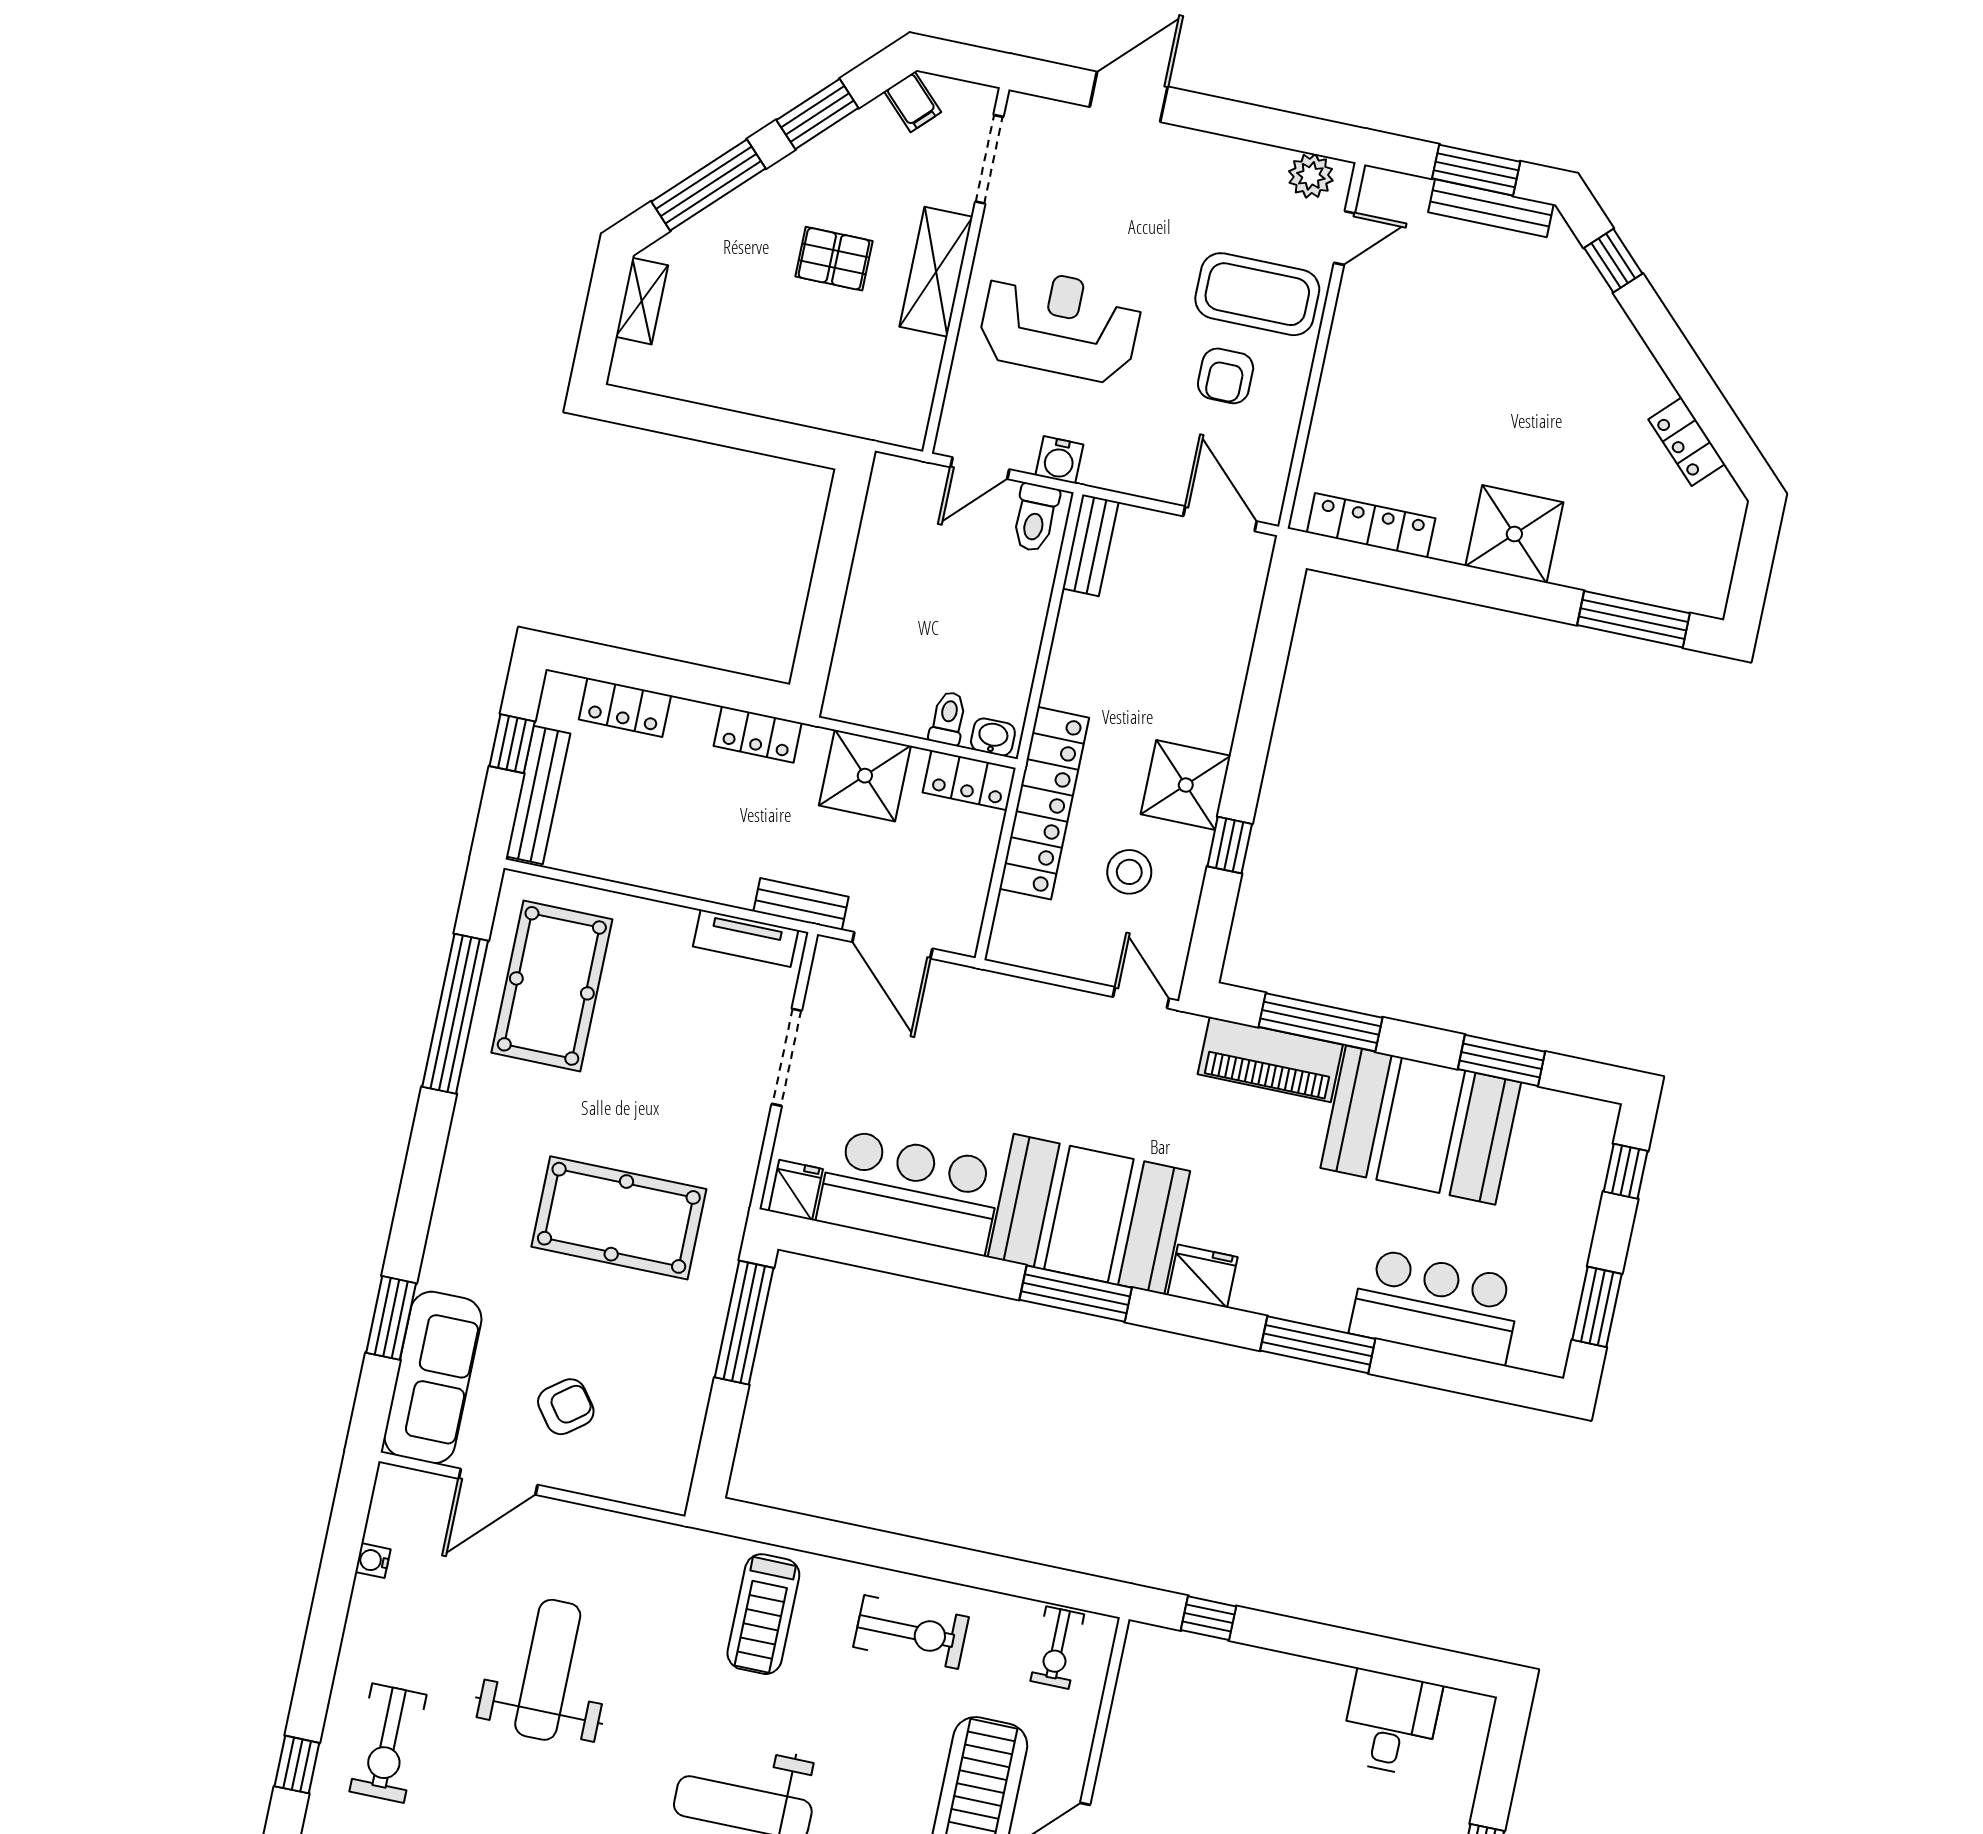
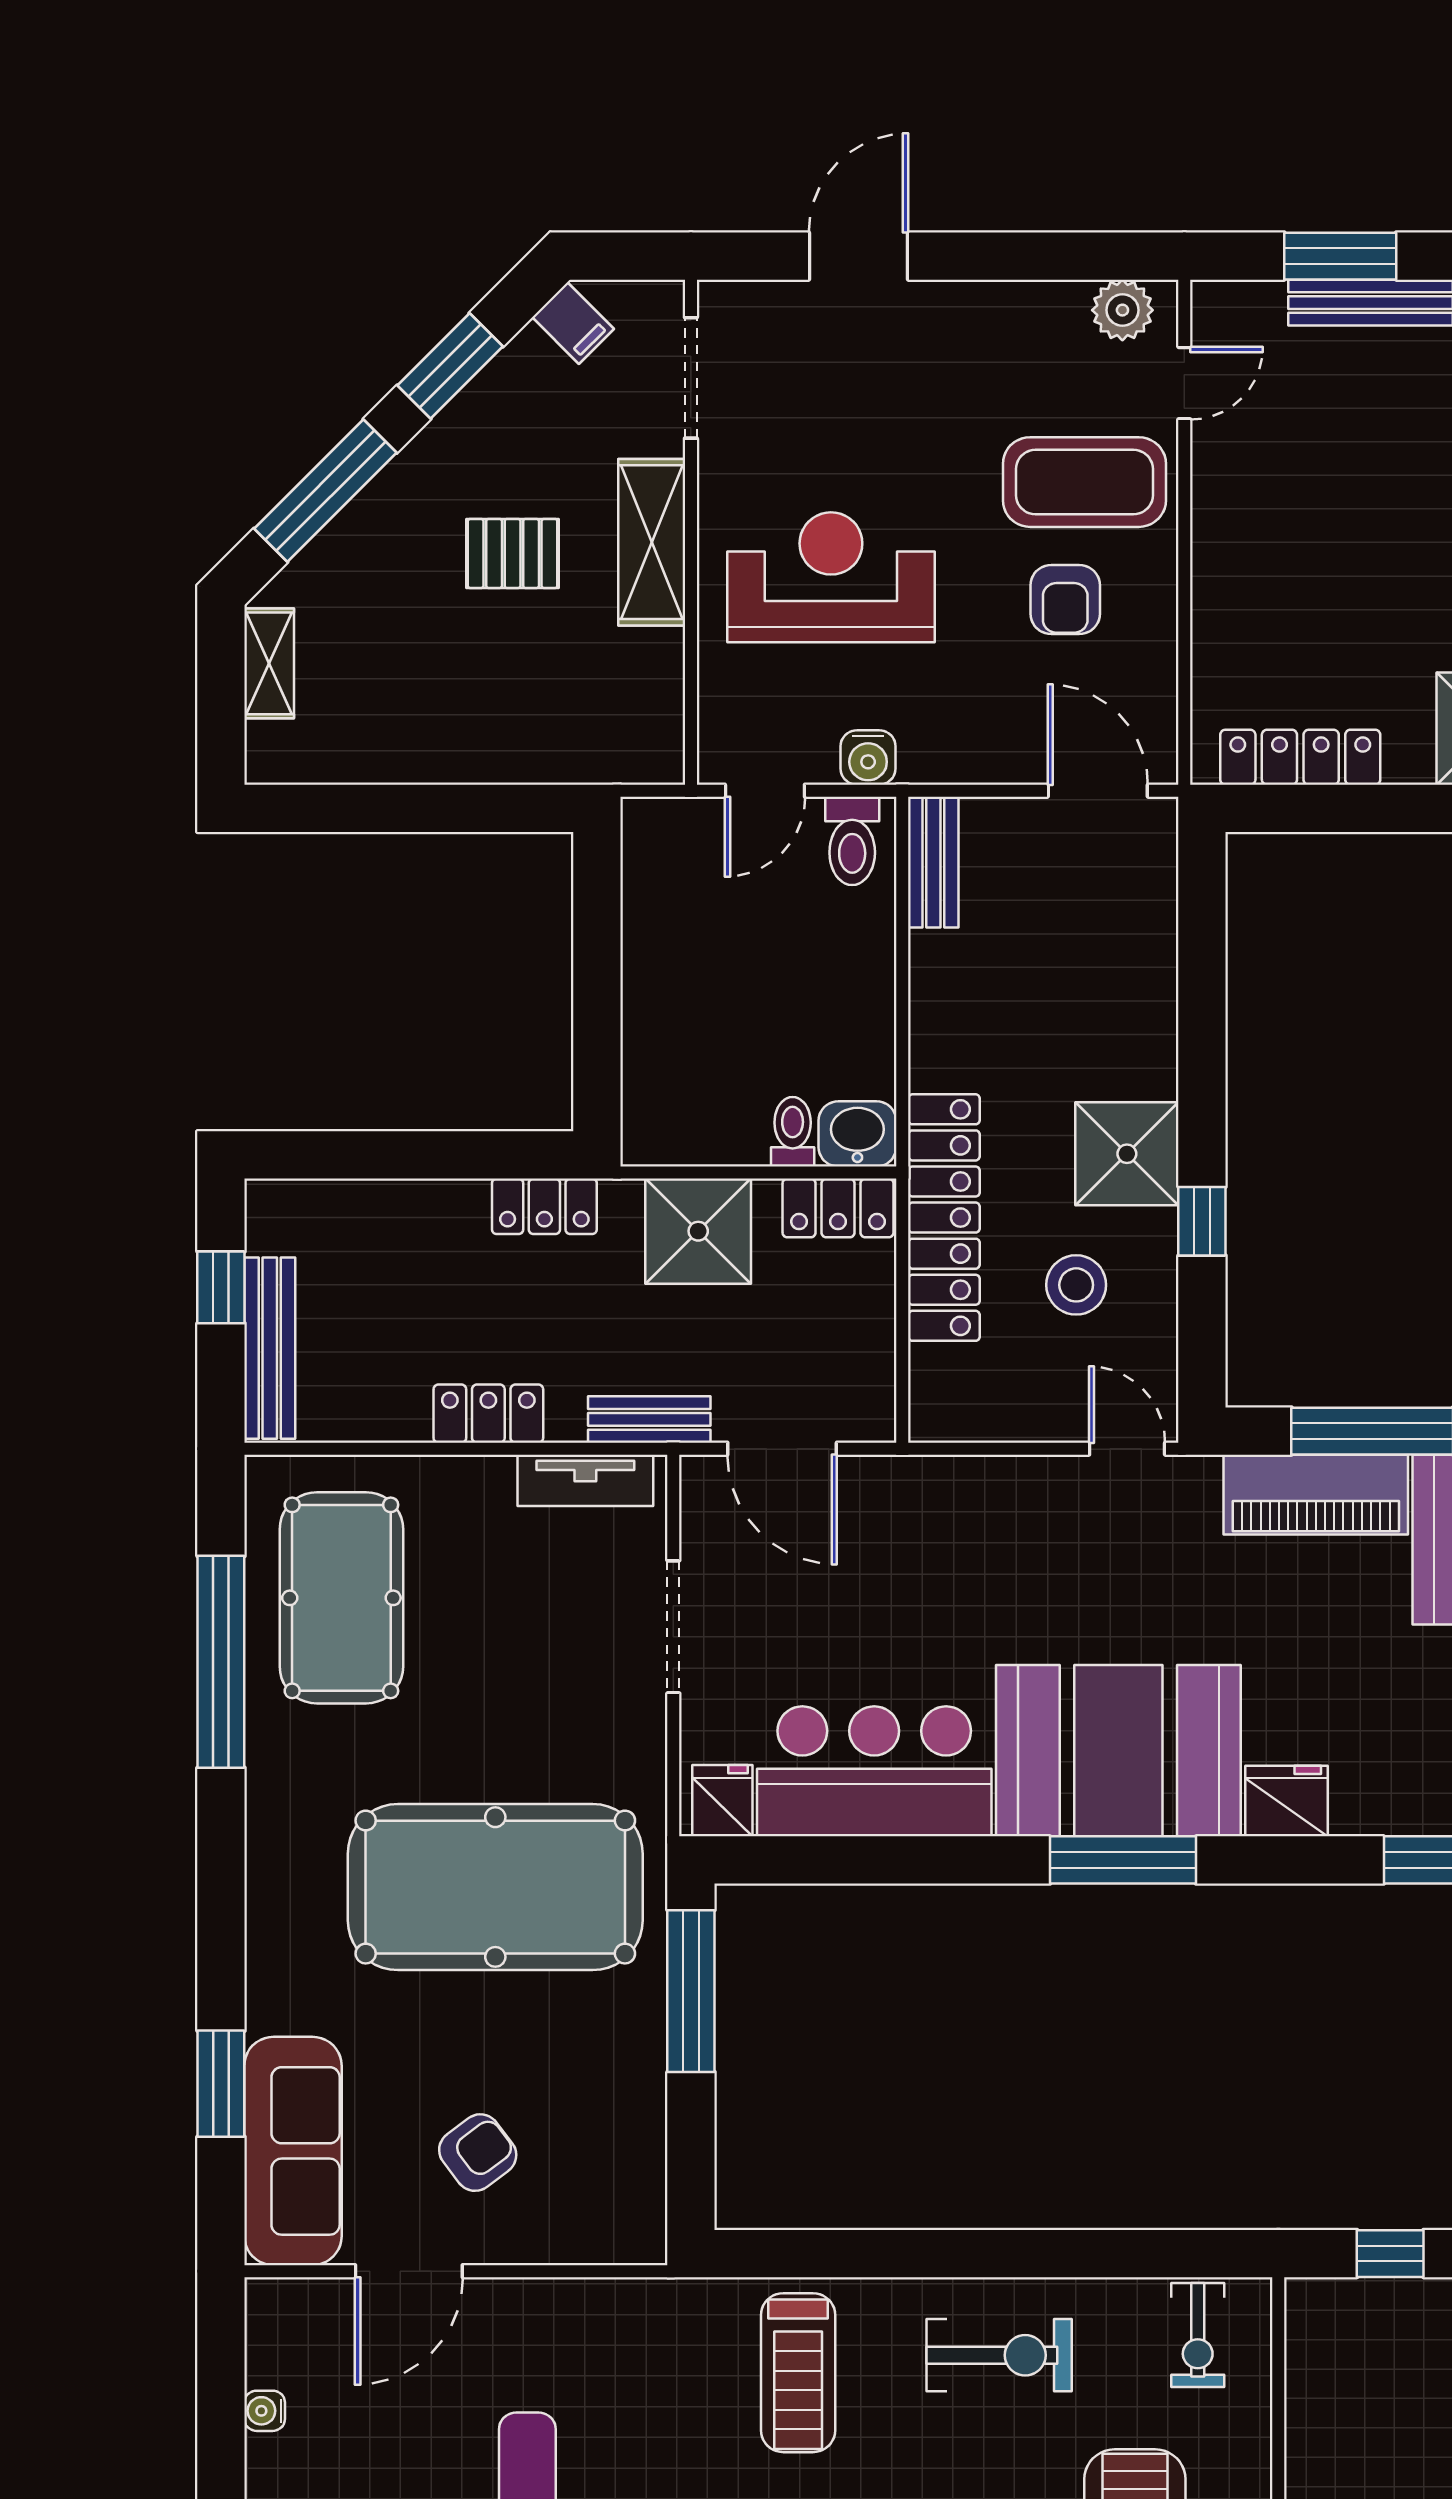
locker: (625, 707) -> (488, 1414), moved, turned 180
washbasin: (993, 737) -> (857, 1134), width x1.38, depth x1.45
pool table: (619, 1218) -> (495, 1887), width x1.36, depth x1.32

